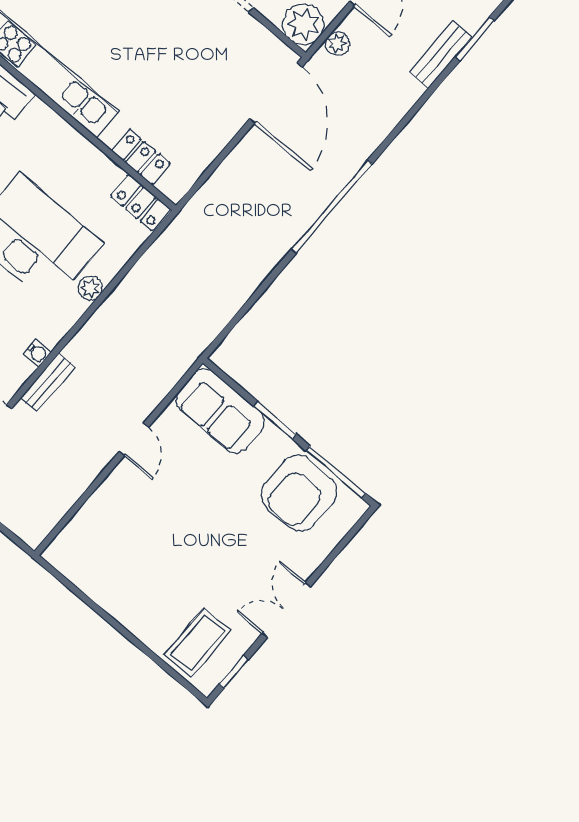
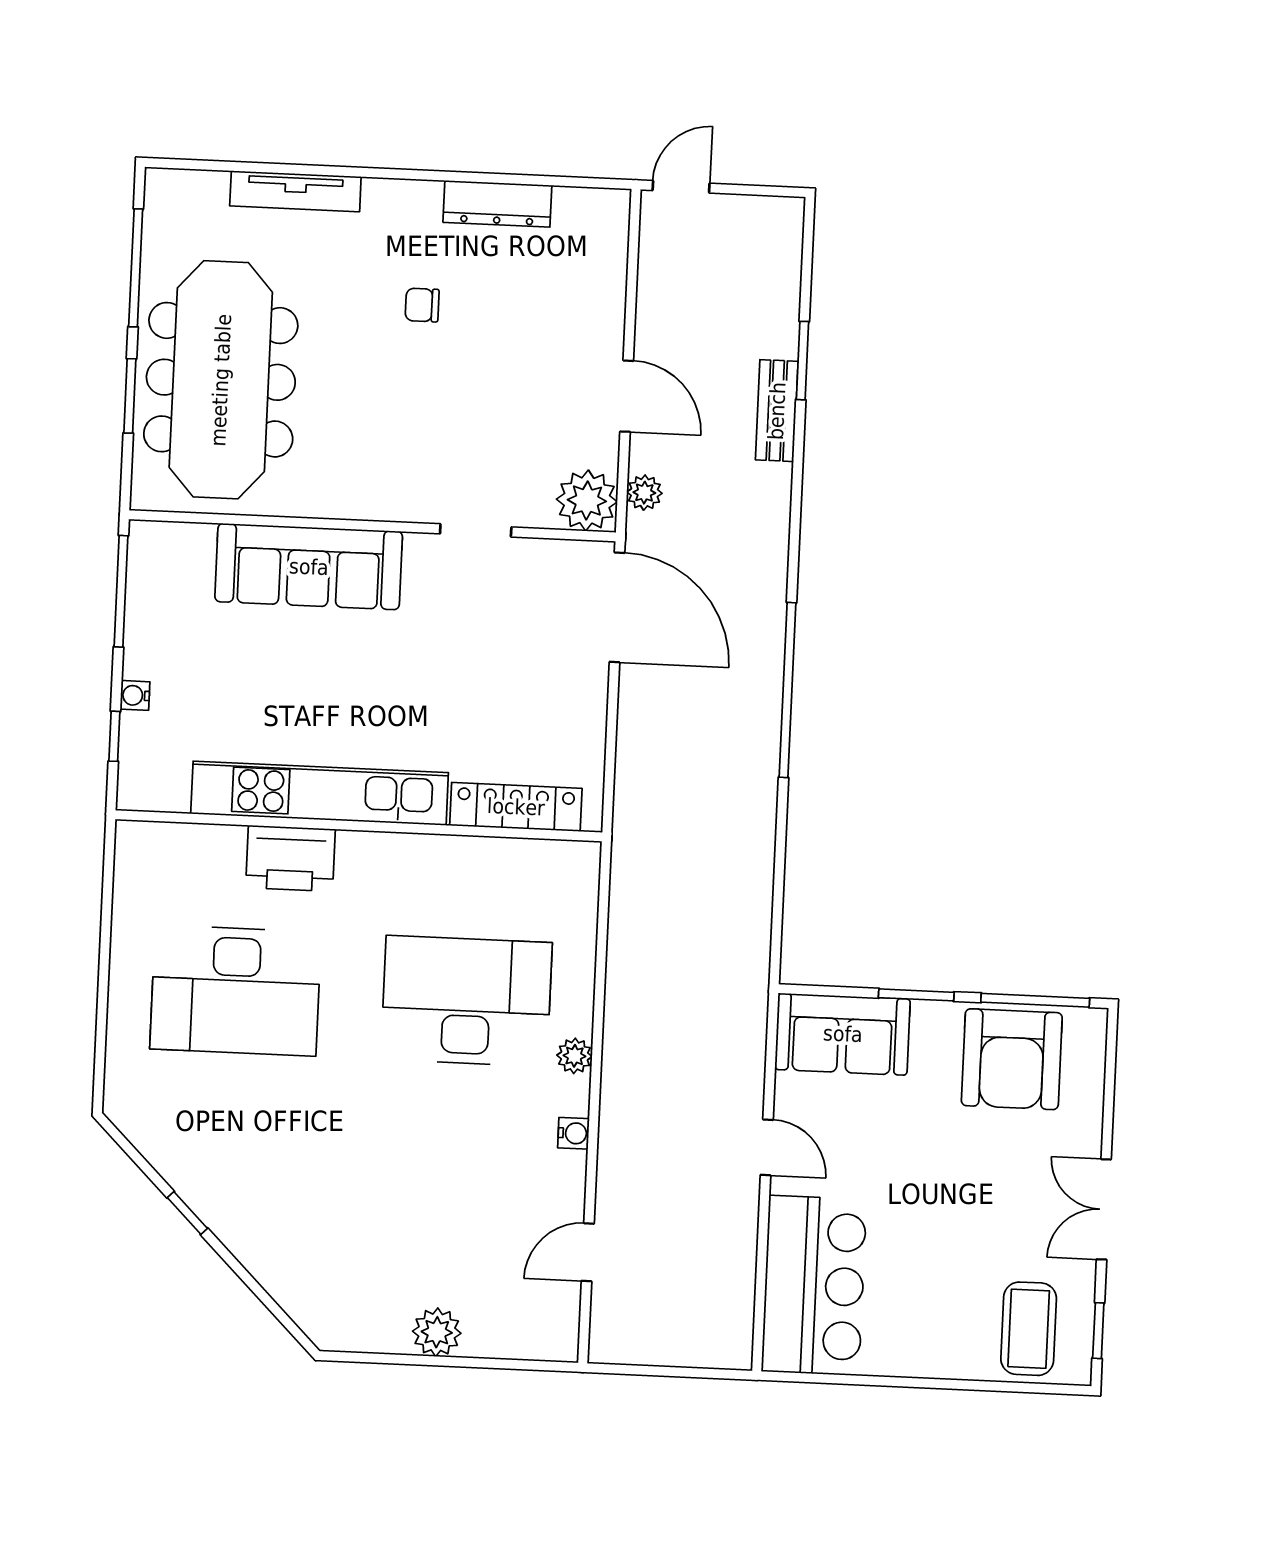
locker: (141, 157) -> (516, 807), width x1.53
locker: (141, 203) -> (558, 861), removed
plant: (90, 288) -> (574, 1056), moved
bench: (48, 383) -> (613, 1159), removed
bar counter: (102, 532) -> (814, 1285), added

